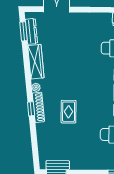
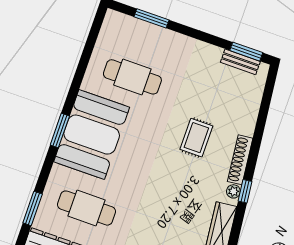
window: (31, 109) -> (245, 191), moved

